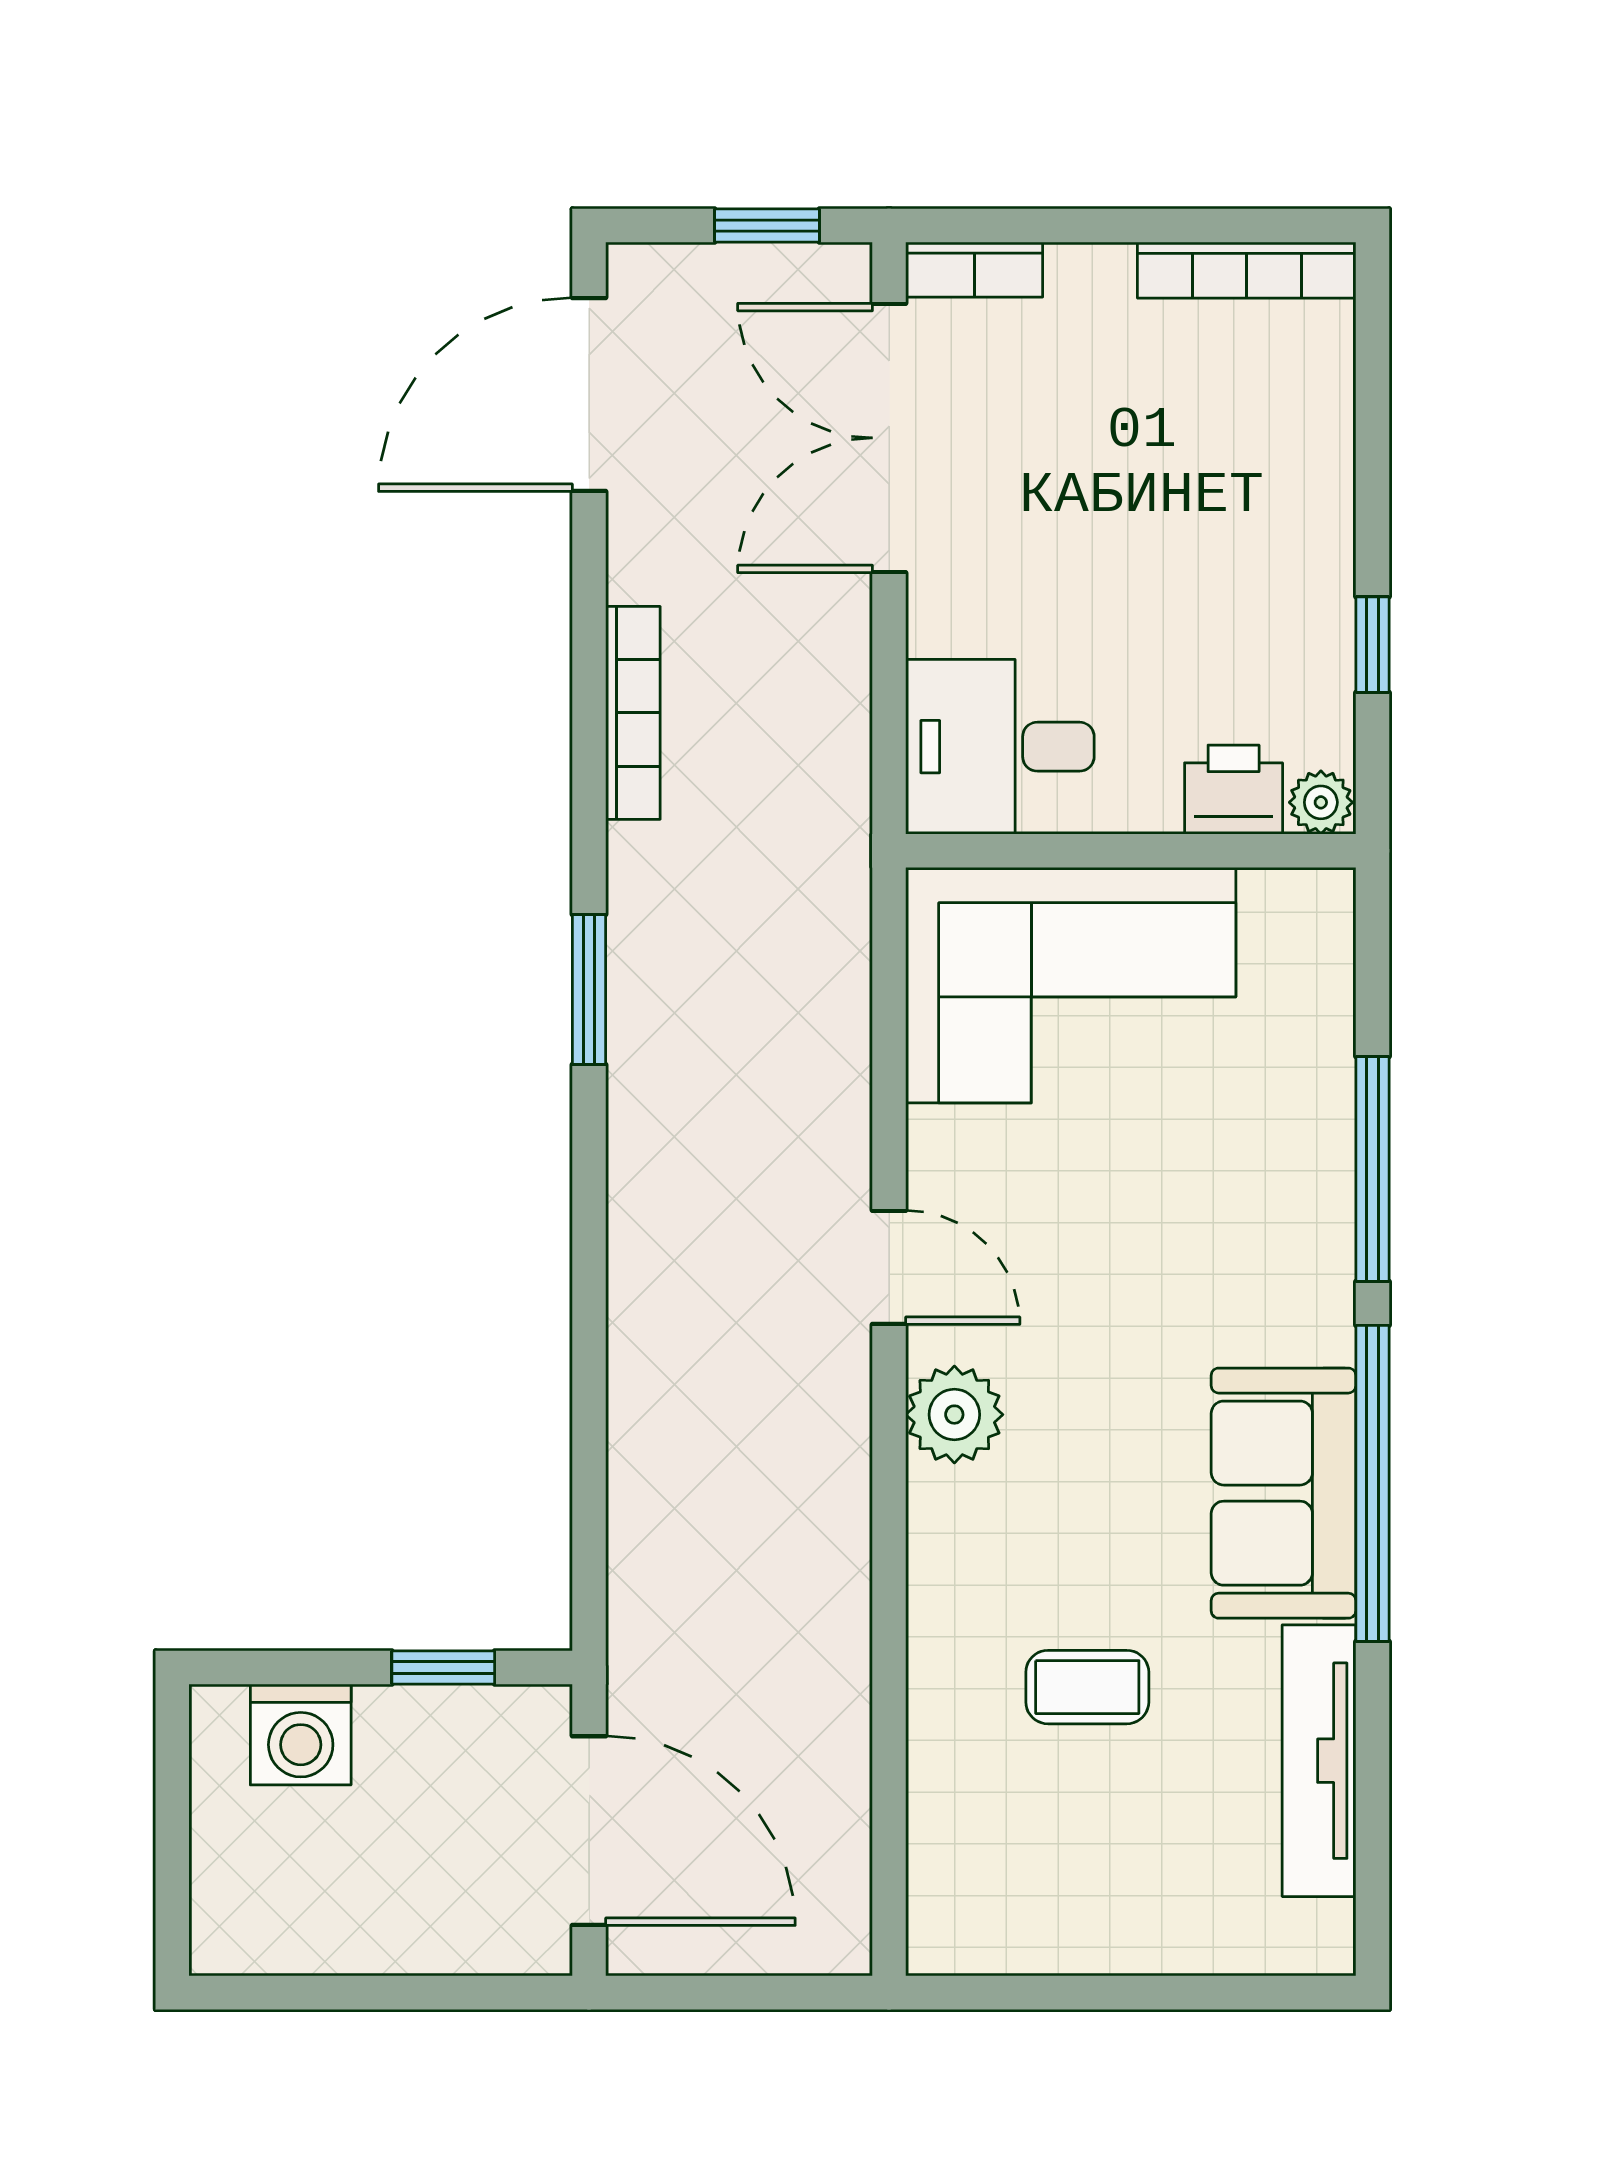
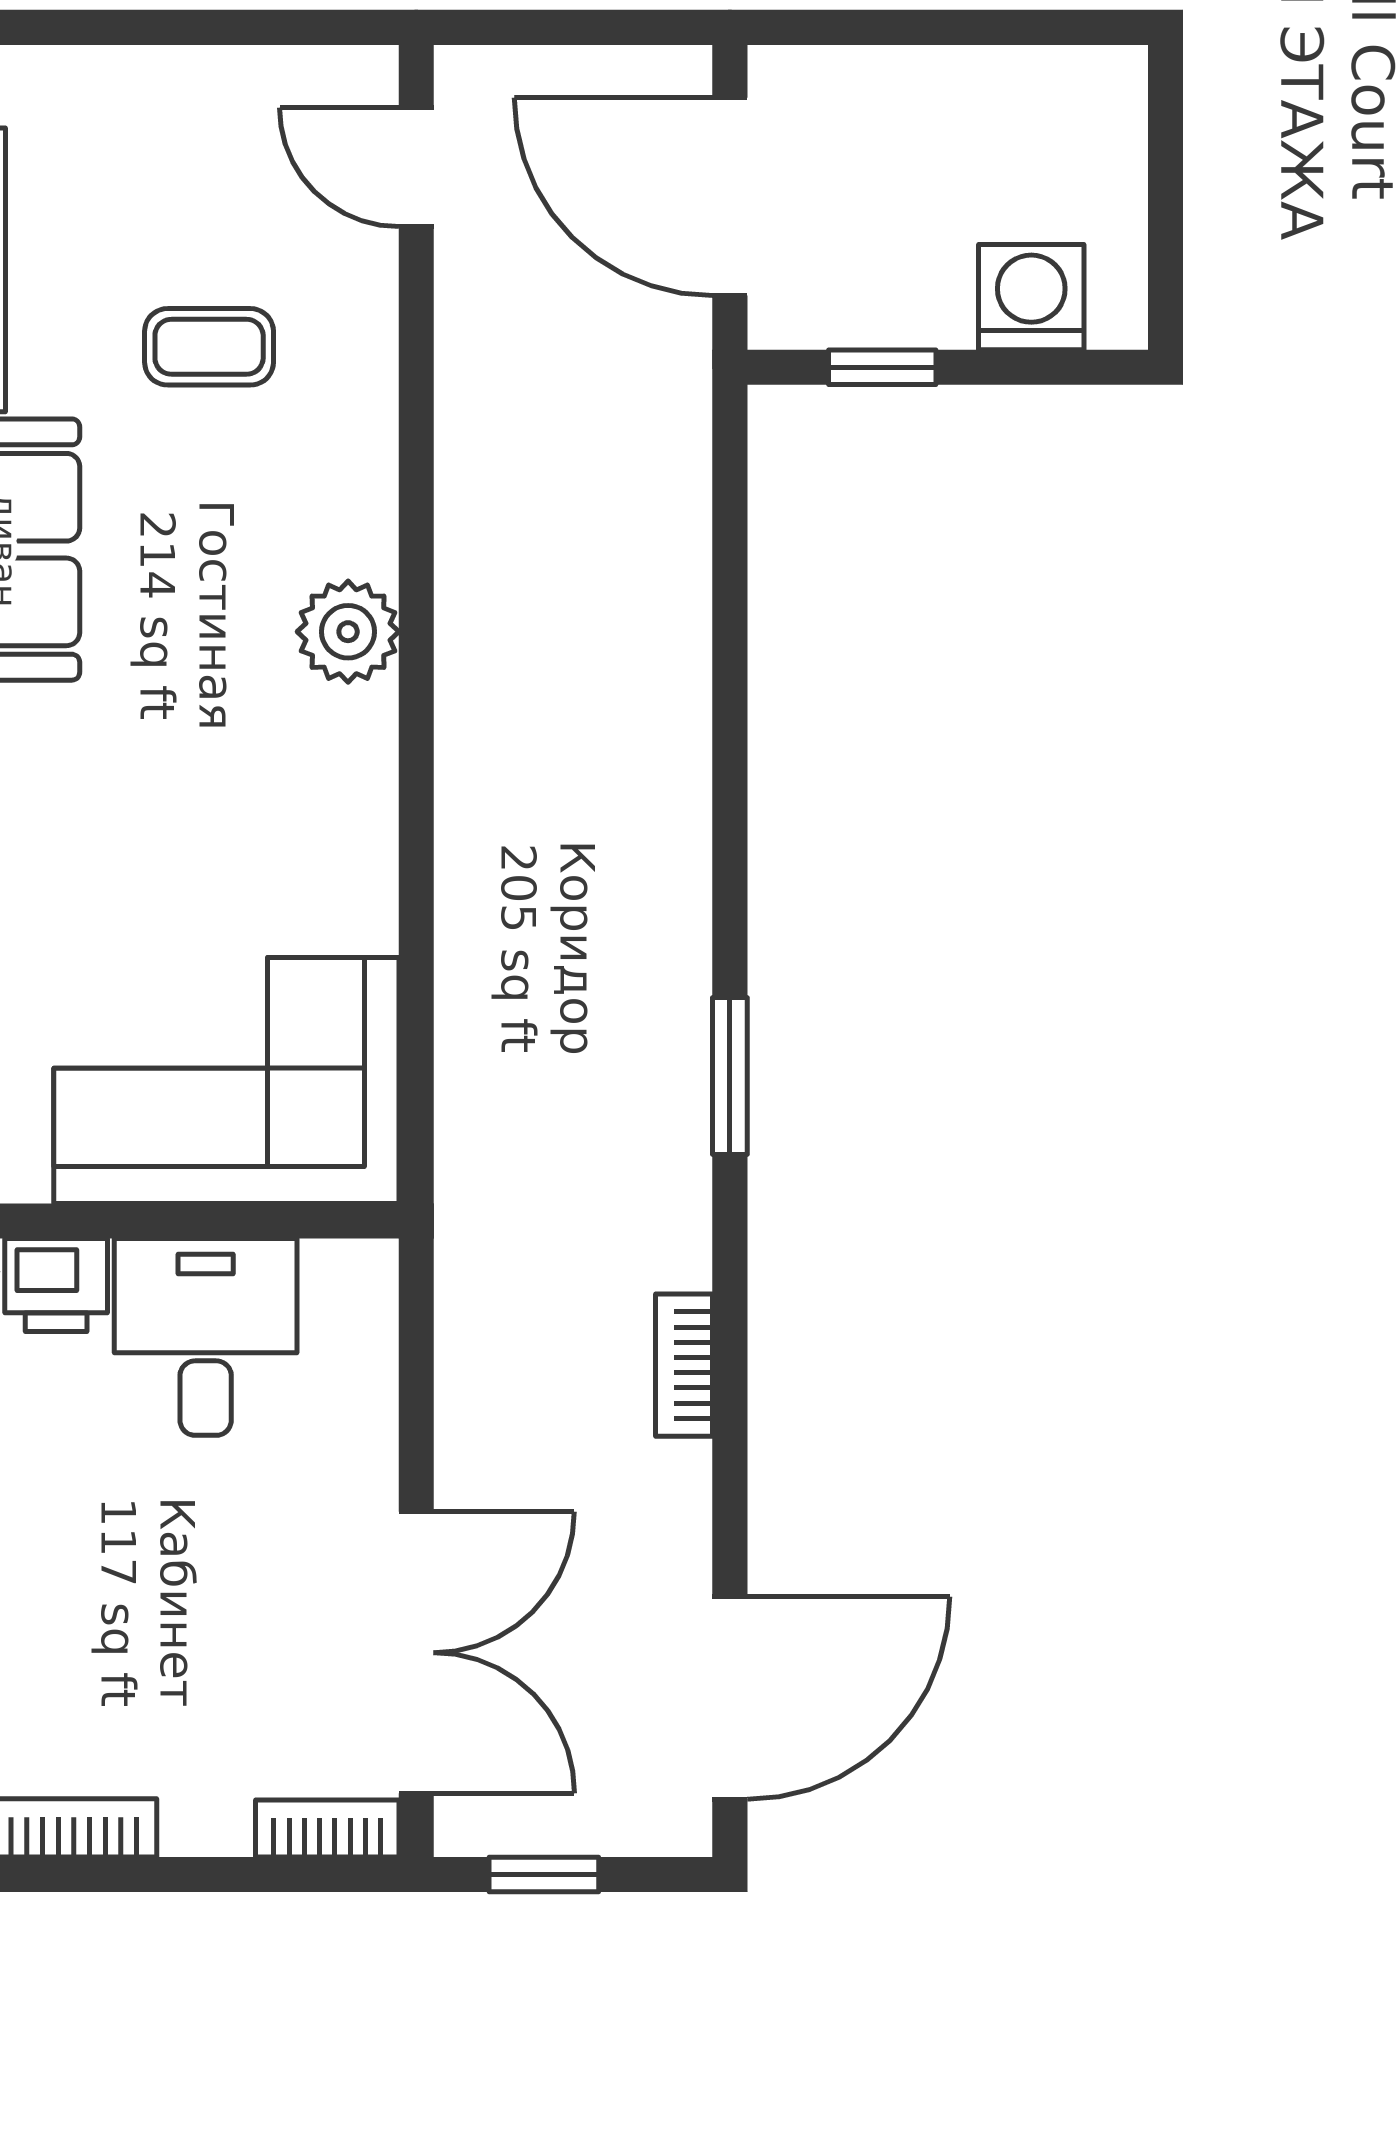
bookcase: (633, 713) -> (684, 1365), width x0.64
desk: (1000, 747) -> (206, 1337), moved, turned -90
door: (889, 1267) -> (416, 167), moved

